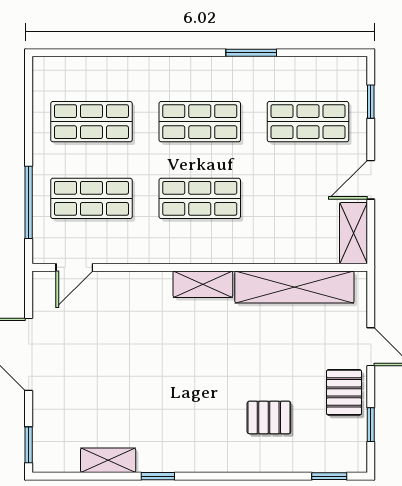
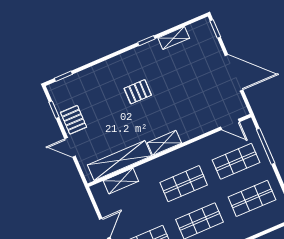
shelving: (353, 233) -> (121, 181), moved, turned 90
door: (74, 267) -> (230, 124), swing flipped
pallet: (269, 417) -> (138, 92), moved

